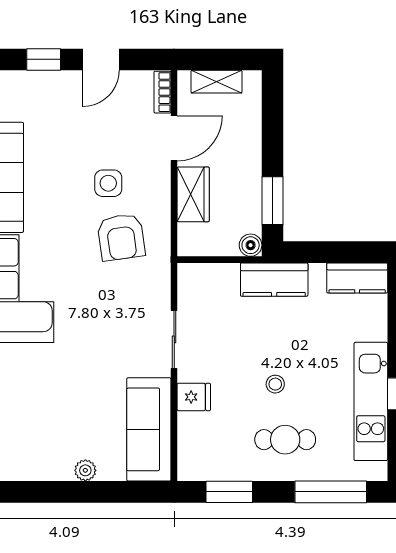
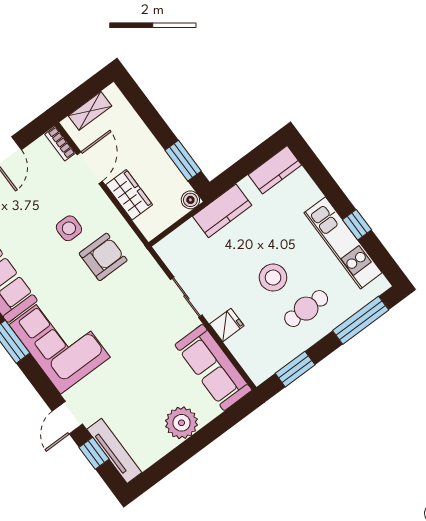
armchair: (121, 237) -> (103, 257), turned -82
stool: (275, 384) -> (273, 278), width x1.89, depth x1.89
plant: (85, 470) -> (181, 423), width x1.87, depth x1.87

